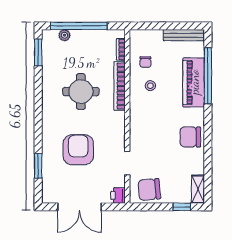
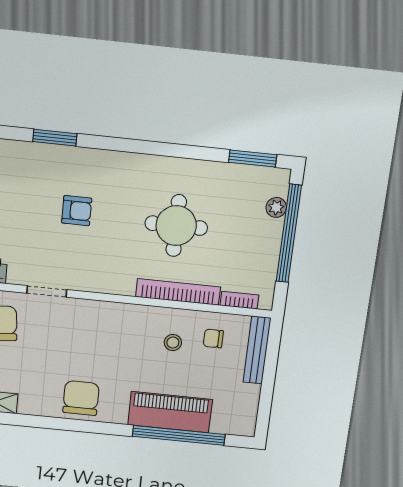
bench: (184, 35) -> (257, 350), moved
armchair: (78, 150) -> (77, 211), width x0.53, depth x0.53

